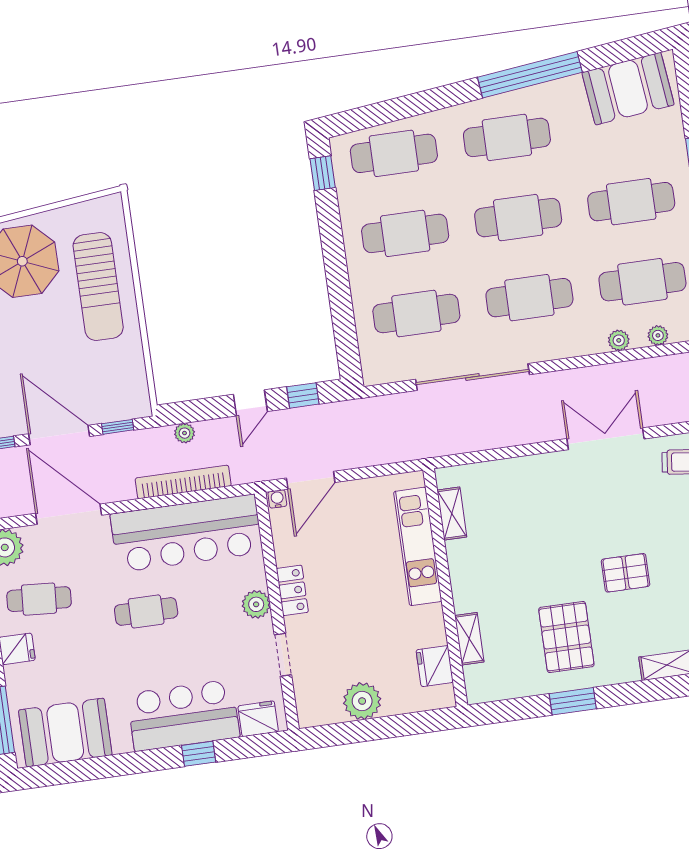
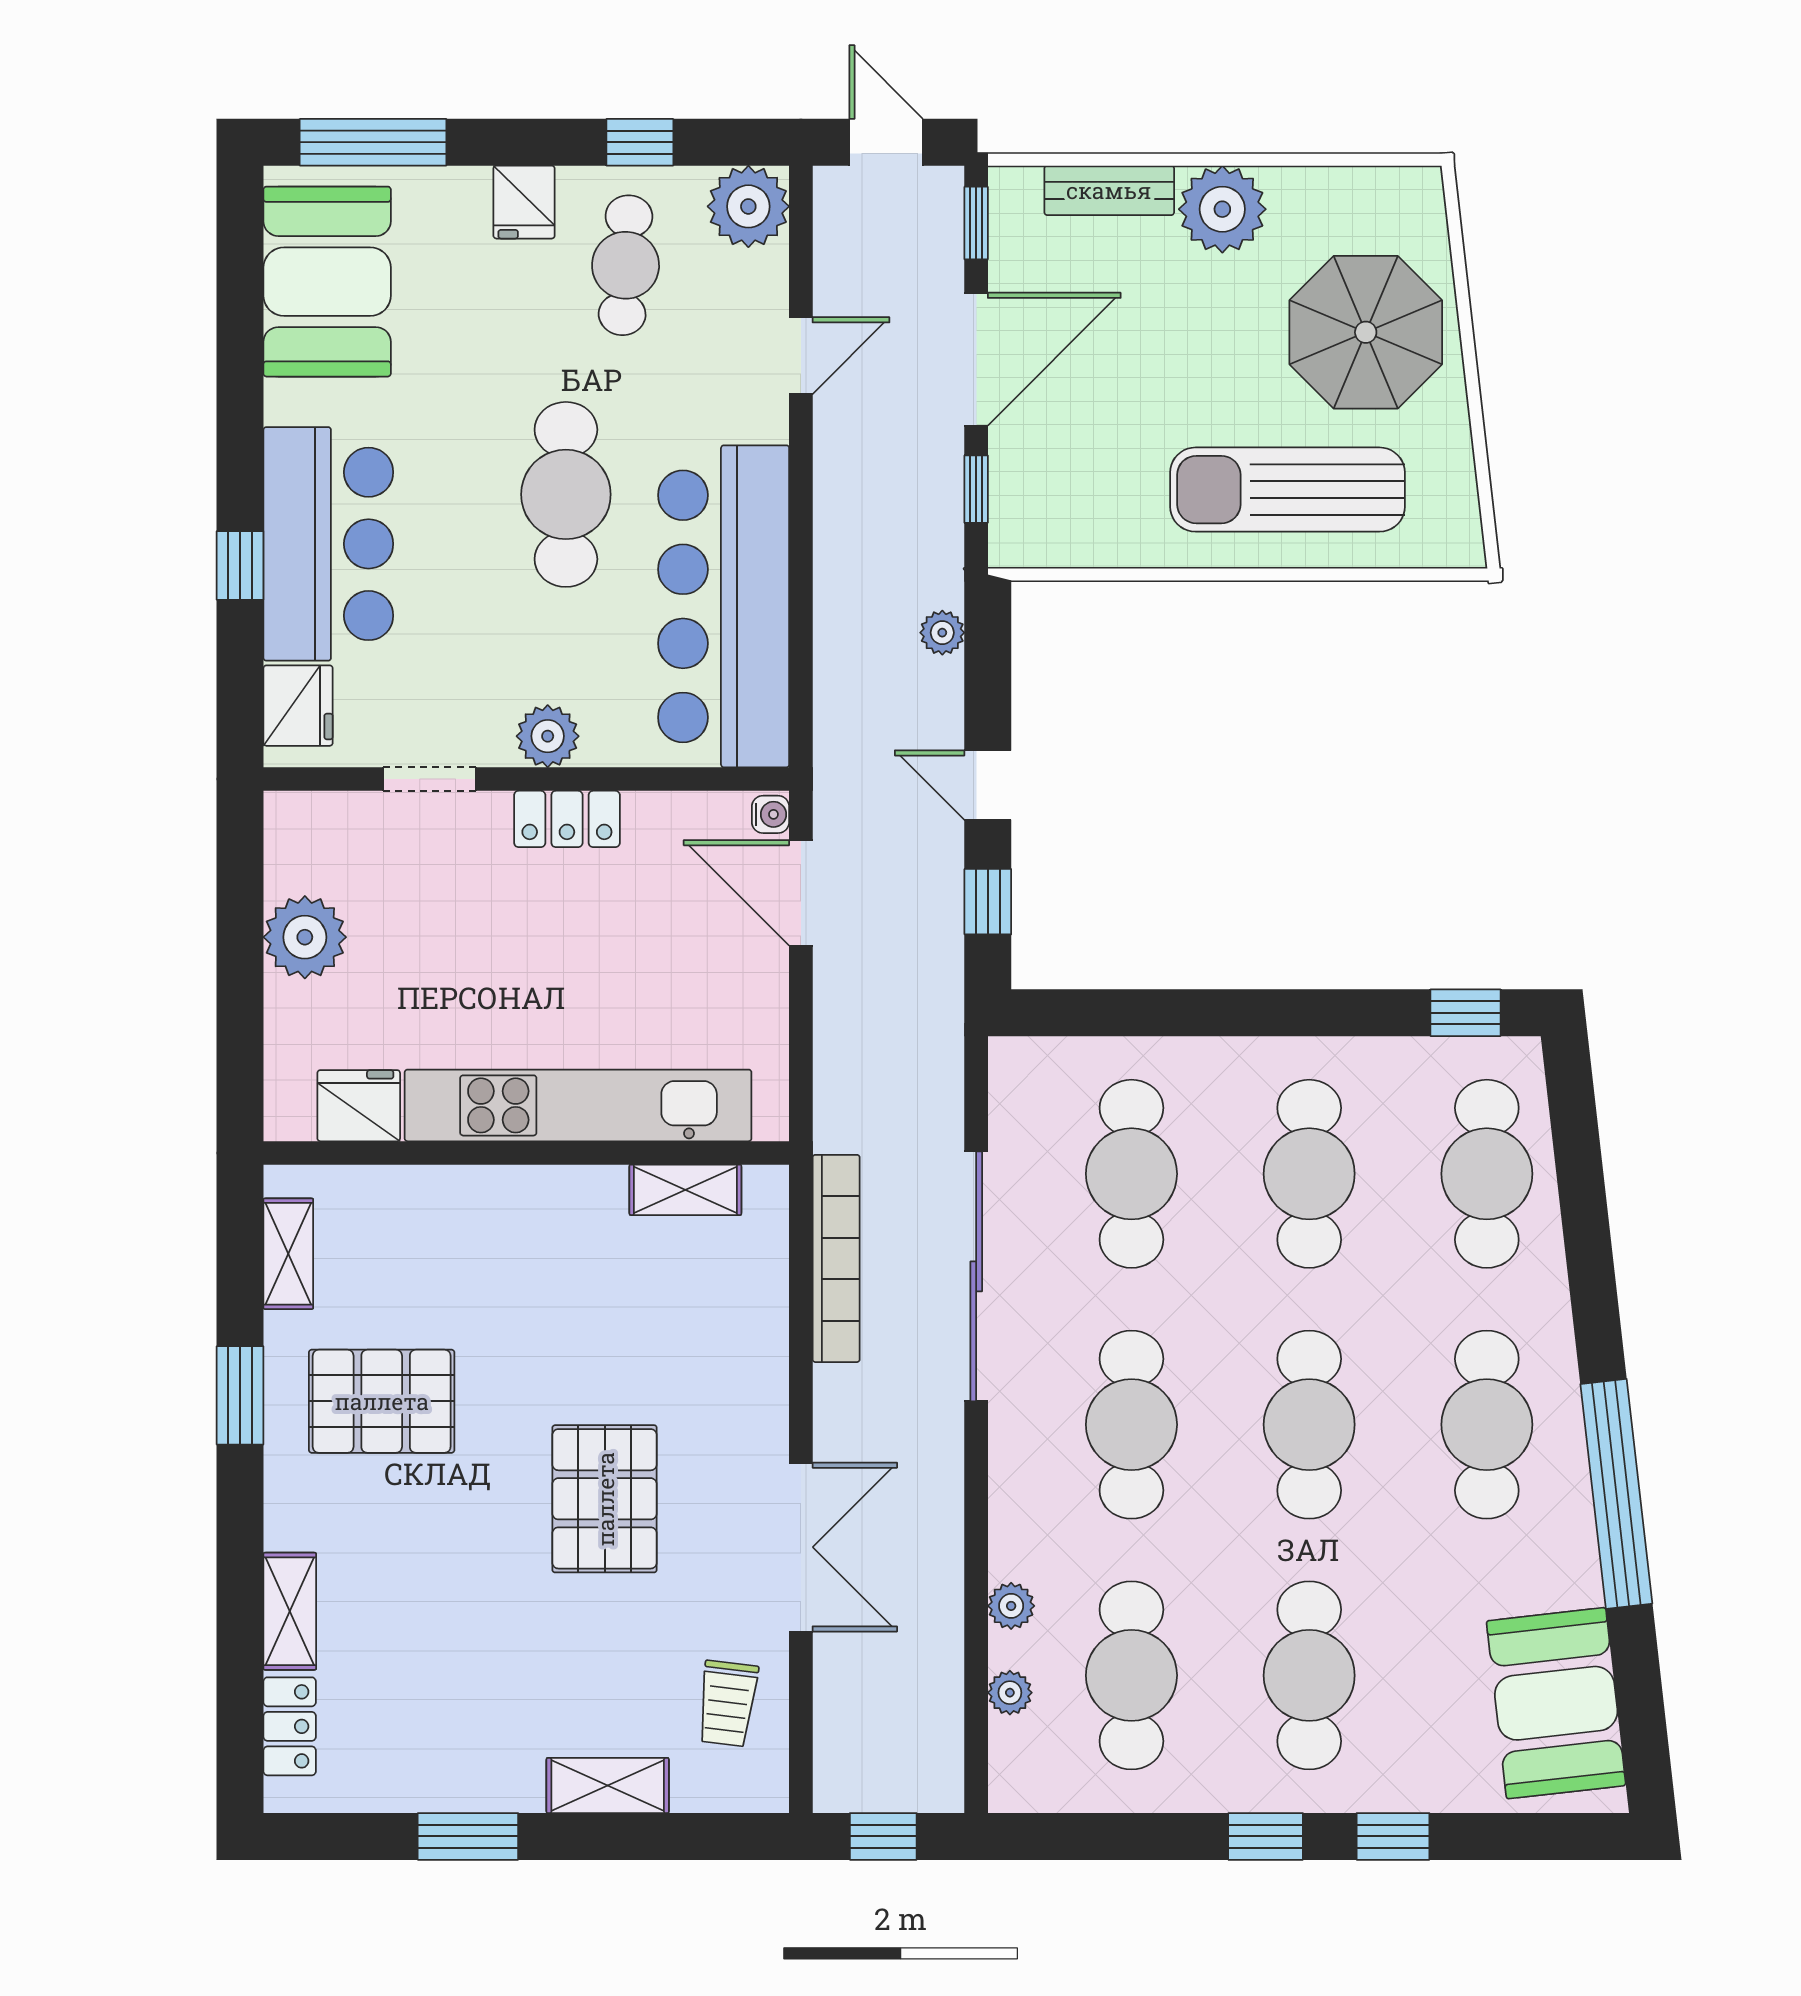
bookcase: (183, 482) -> (836, 1258), moved
door: (69, 514) -> (801, 356), width x0.53
kitchen unit: (418, 546) -> (578, 1105), width x1.36
pallet: (626, 573) -> (605, 1499), moved, width x1.50, depth x1.42
cafe table: (146, 611) -> (566, 494), width x1.37, depth x1.35
shelving: (469, 639) -> (288, 1254), moved, turned 90

